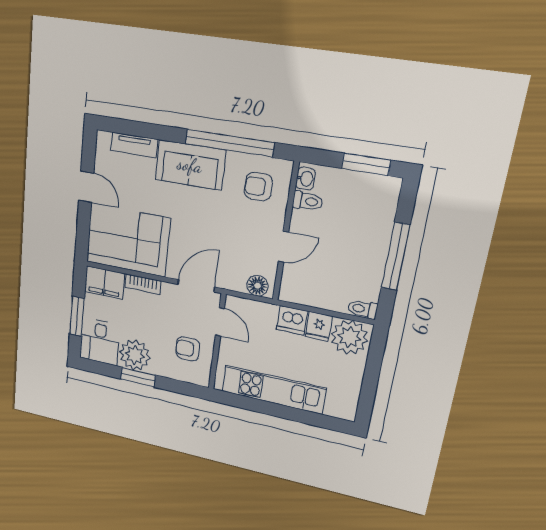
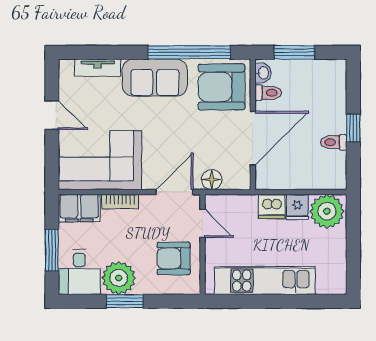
window: (366, 164) -> (294, 52), moved
armchair: (258, 187) -> (222, 87), width x1.88, depth x1.88
door: (283, 247) -> (253, 138), width x1.87
window: (396, 256) -> (353, 128), width x0.46
floor lamp: (257, 286) -> (212, 180), moved
toilet: (362, 309) -> (334, 142), moved
armchair: (188, 349) -> (174, 258), width x1.38, depth x1.38

